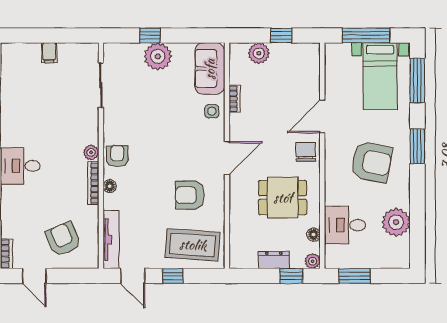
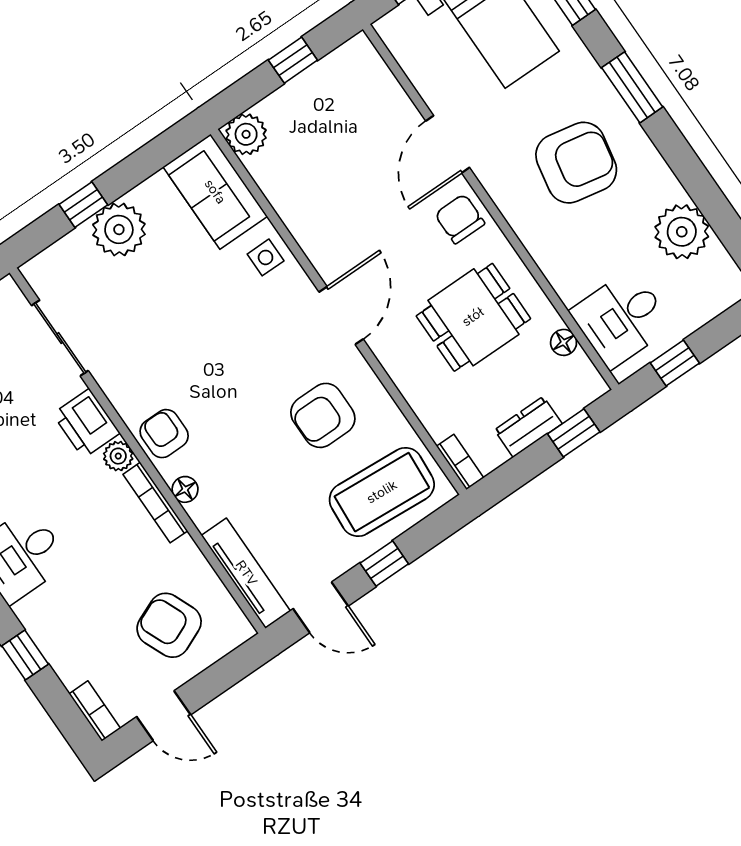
plant: (259, 53) -> (246, 134), moved
bookcase: (235, 99) -> (460, 462), moved
printer: (87, 129) -> (86, 423), added
desk: (345, 225) -> (621, 319), moved
plant: (313, 261) -> (591, 386), removed
window: (355, 276) -> (675, 363), width x0.67

